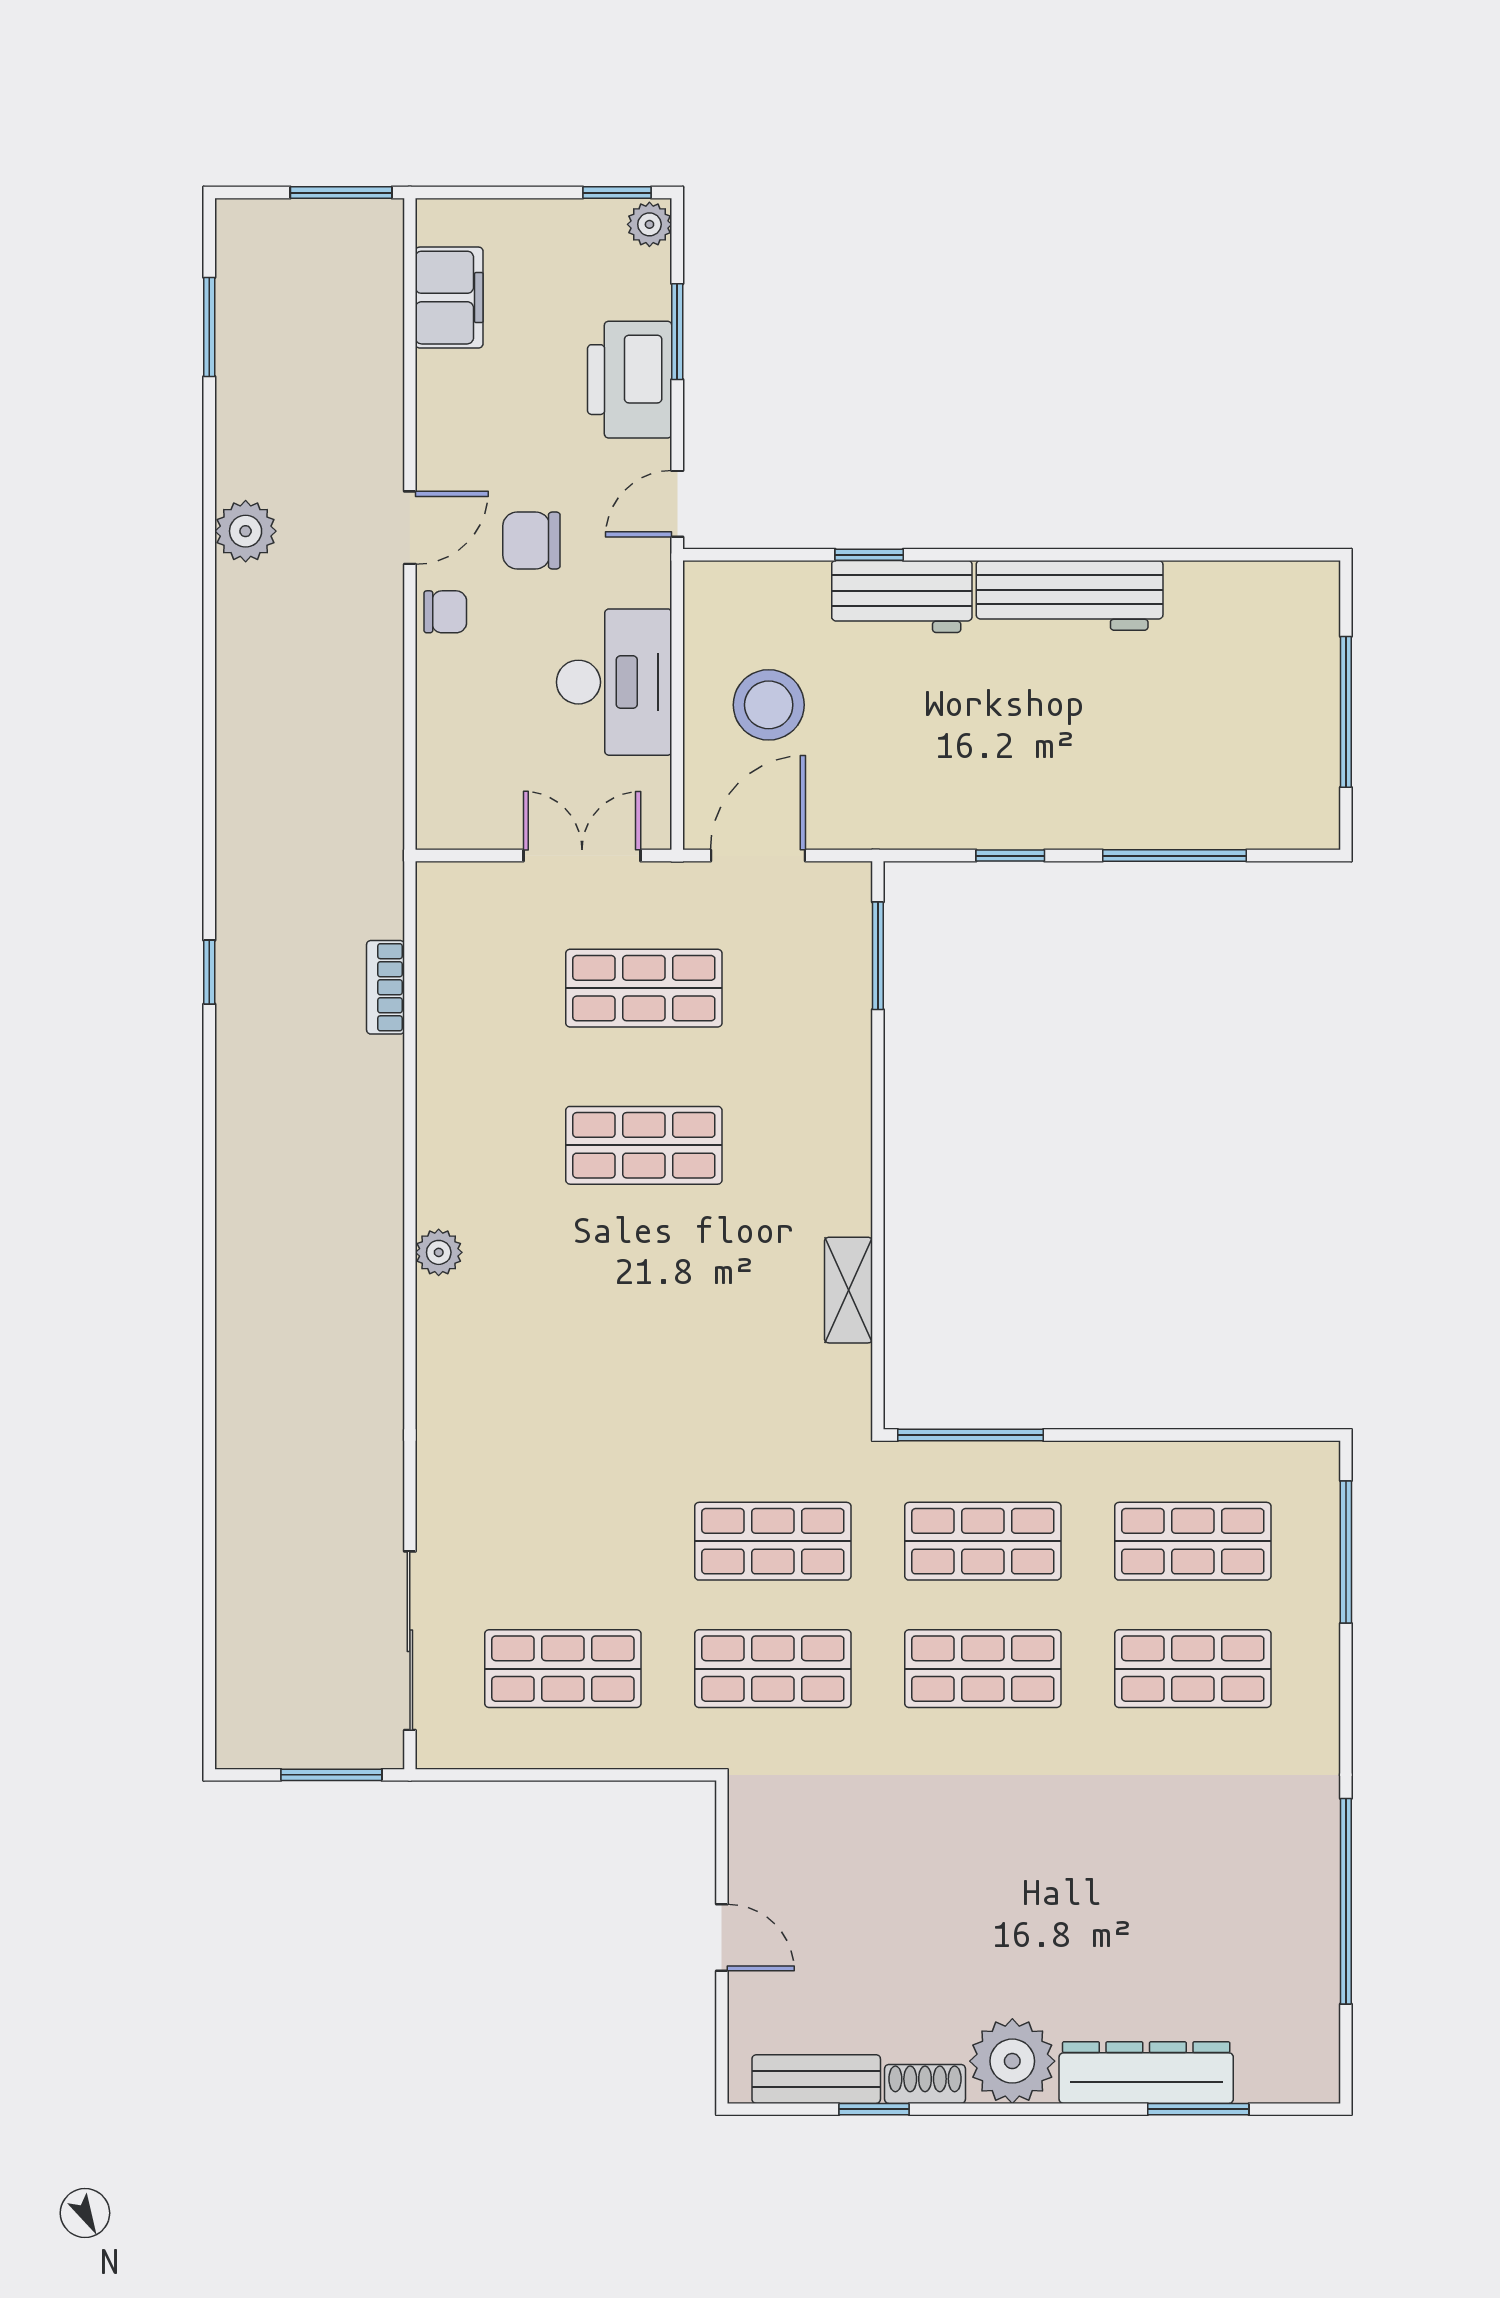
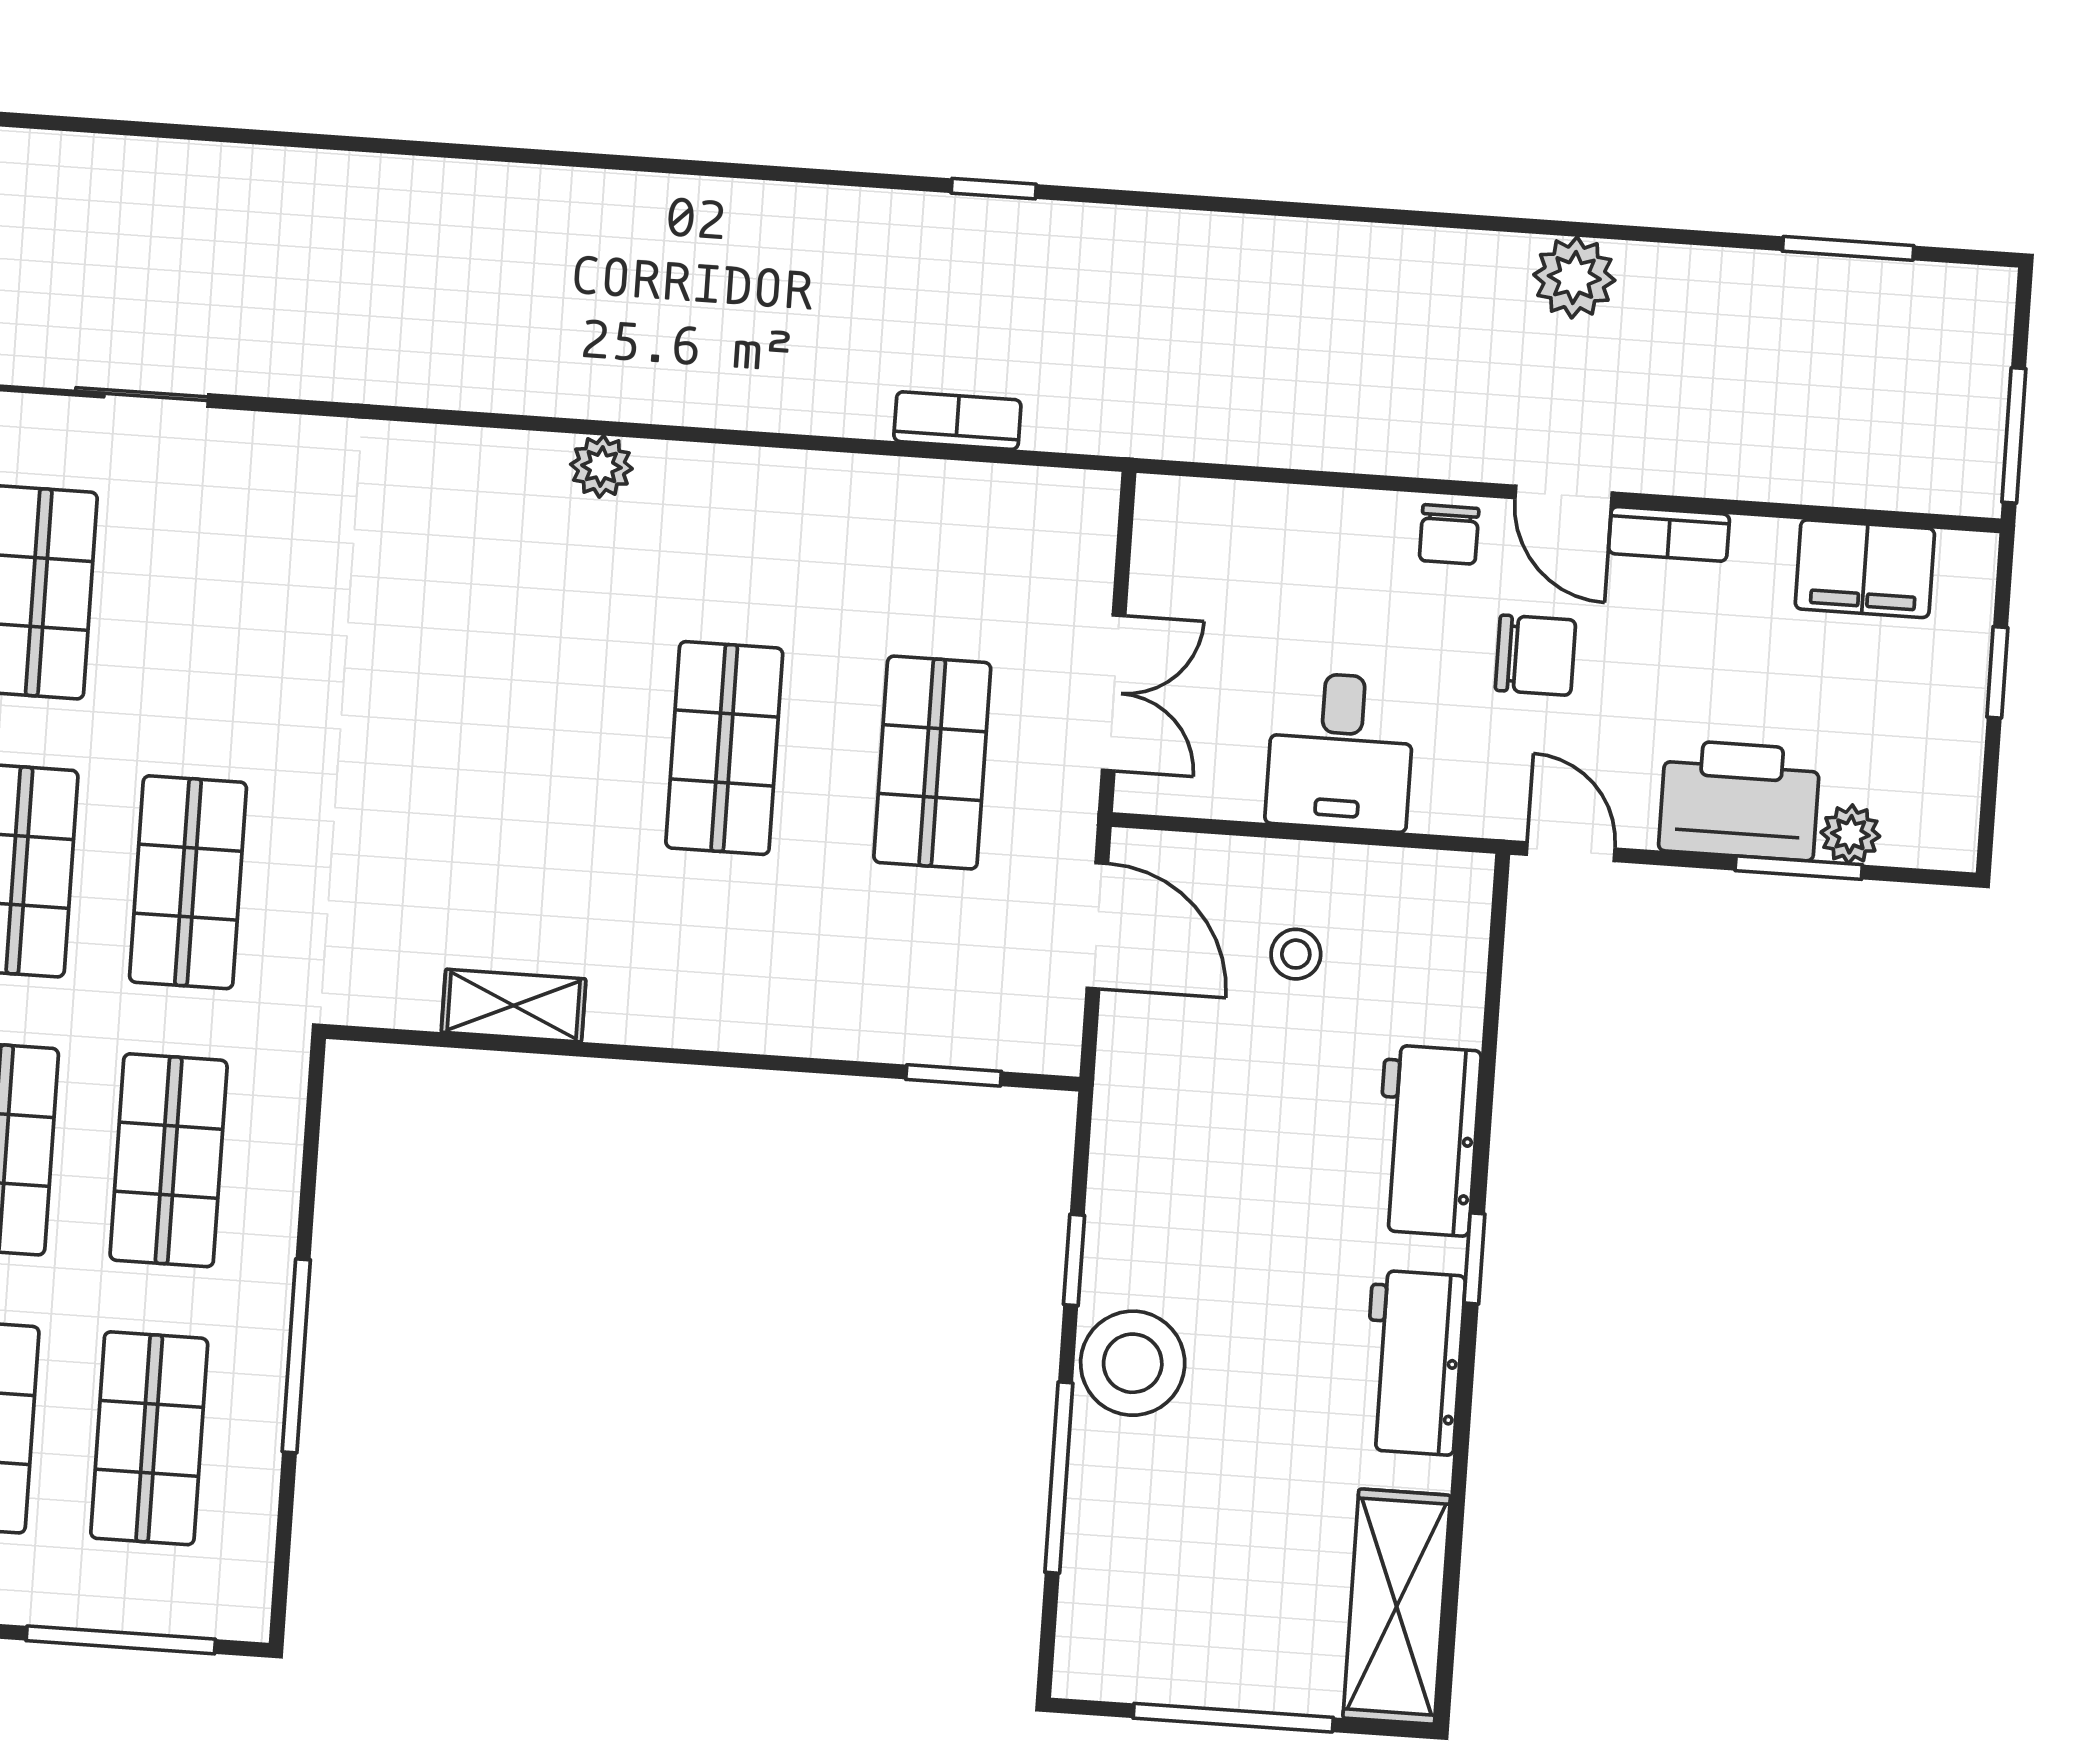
window: (617, 193) -> (1997, 672), moved
plant: (649, 224) -> (1850, 834), moved
bookcase: (433, 447) -> (1669, 534), added
chair: (531, 540) -> (1536, 655), turned 90
window: (869, 555) -> (1474, 1258), moved
workbench: (1070, 595) -> (1413, 1363), width x0.73
shelving: (1254, 595) -> (1397, 1607), added
desk: (614, 682) -> (1340, 752), width x0.73
stool: (769, 705) -> (1296, 954), width x0.53, depth x0.53
stool: (1085, 806) -> (1133, 1363), added
window: (878, 956) -> (954, 1075), width x0.67
window: (971, 1435) -> (296, 1356), moved

